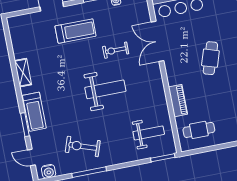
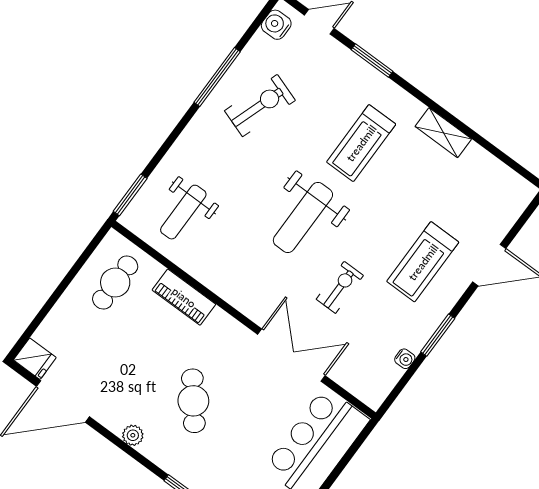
cafe table: (210, 58) -> (193, 401), turned 33
treadmill: (34, 112) -> (361, 143), moved, turned -90

